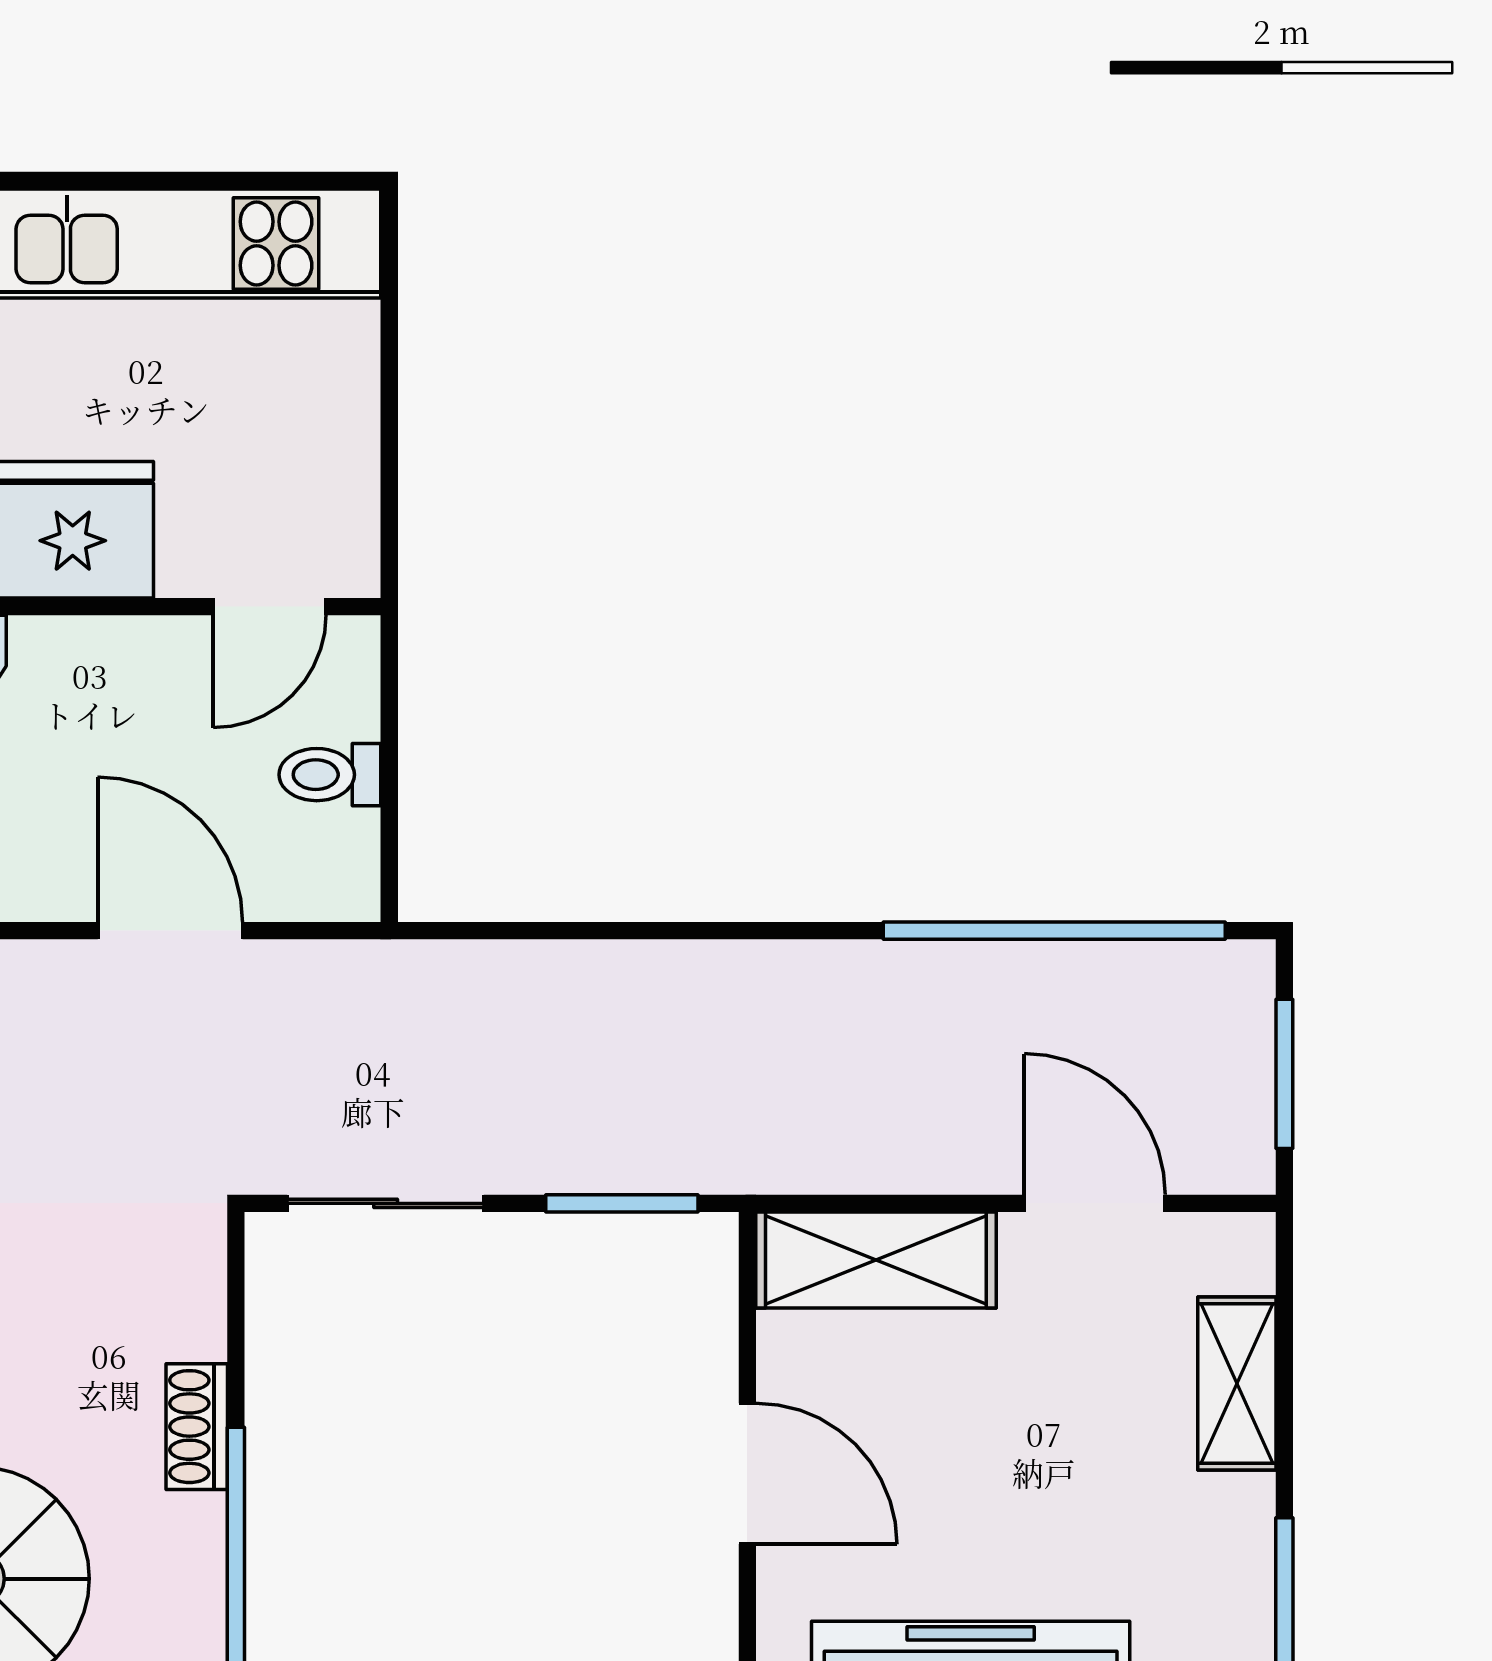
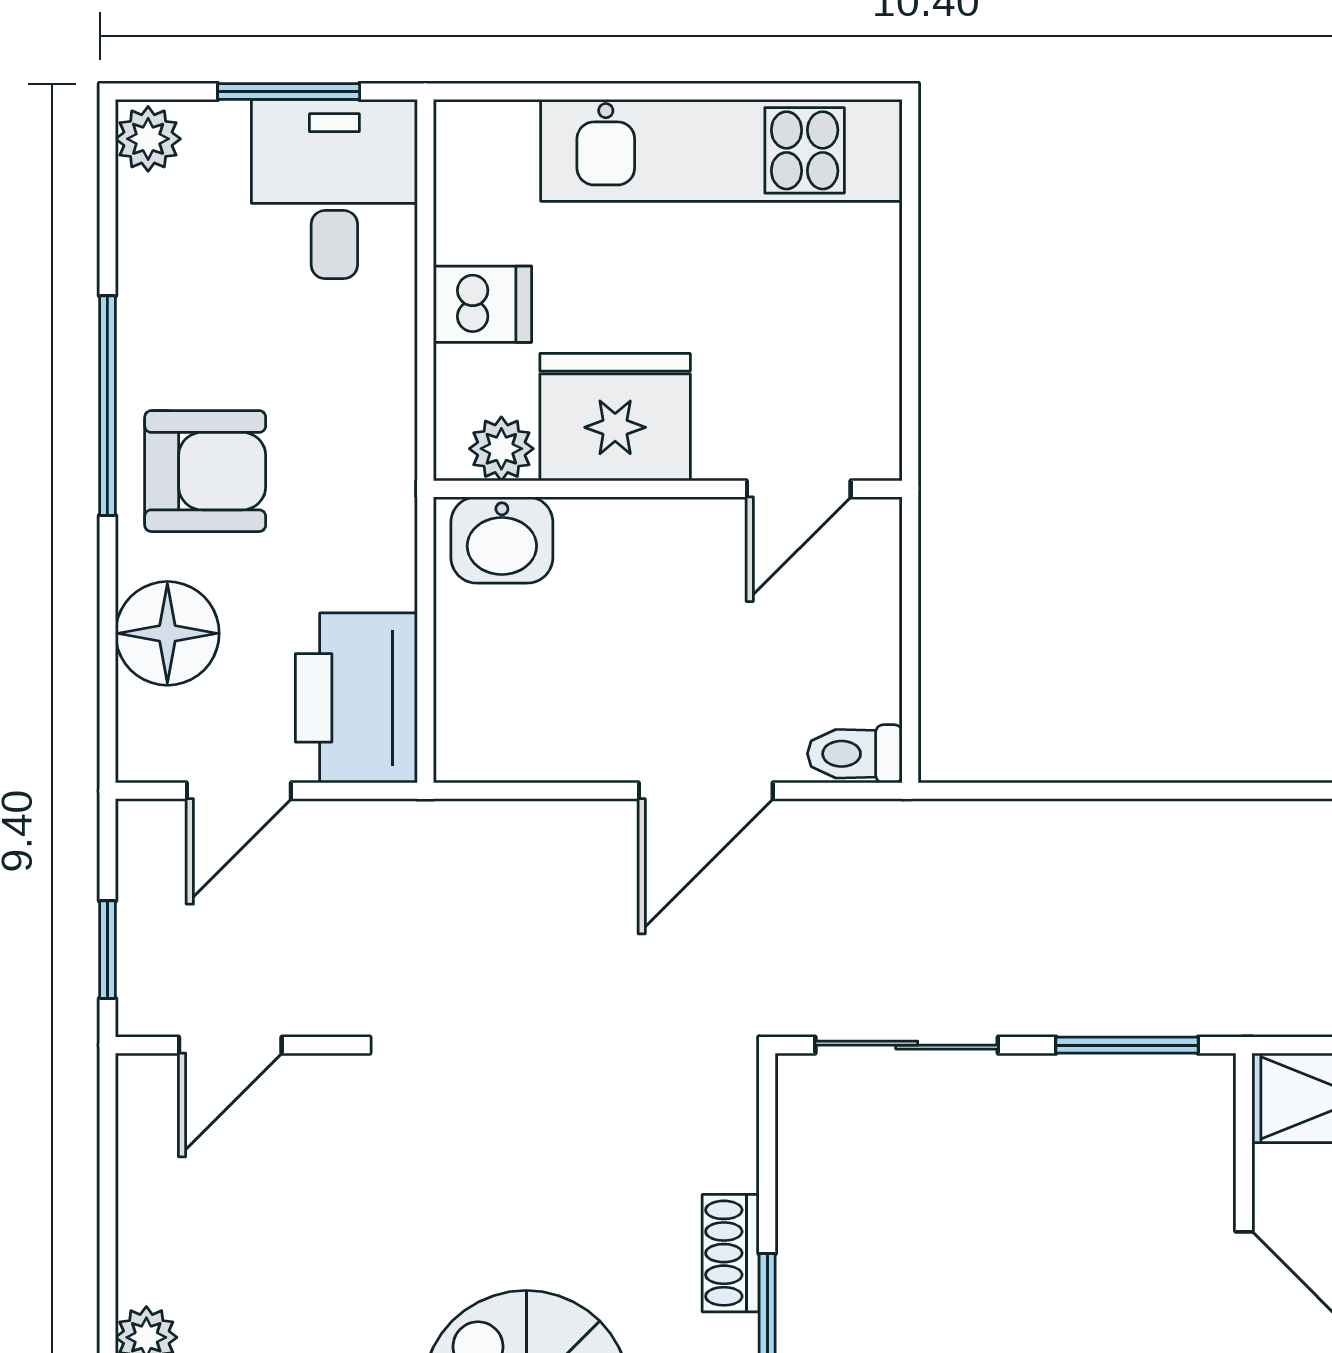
toilet: (330, 775) -> (855, 754), moved
door: (170, 931) -> (706, 791), swing flipped

